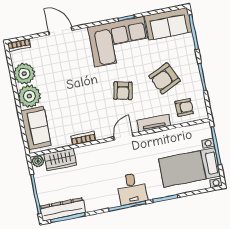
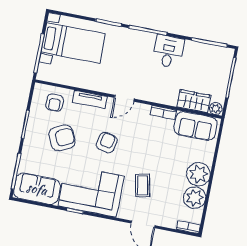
coffee table: (75, 65) -> (143, 185), added
armchair: (184, 107) -> (55, 103), turned -90
sofa: (36, 128) -> (196, 126), moved, turned -90
desk: (132, 189) -> (168, 51), moved
dresser: (63, 209) -> (211, 53), removed

